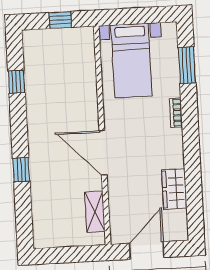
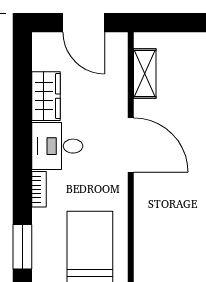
desk: (163, 149) -> (57, 146), added
door: (147, 250) -> (84, 23), hinge flipped

